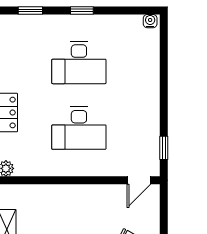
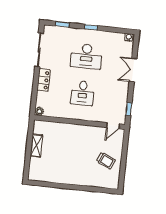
double door: (164, 78) -> (133, 70), added
desk: (79, 128) -> (83, 93), width x0.73

